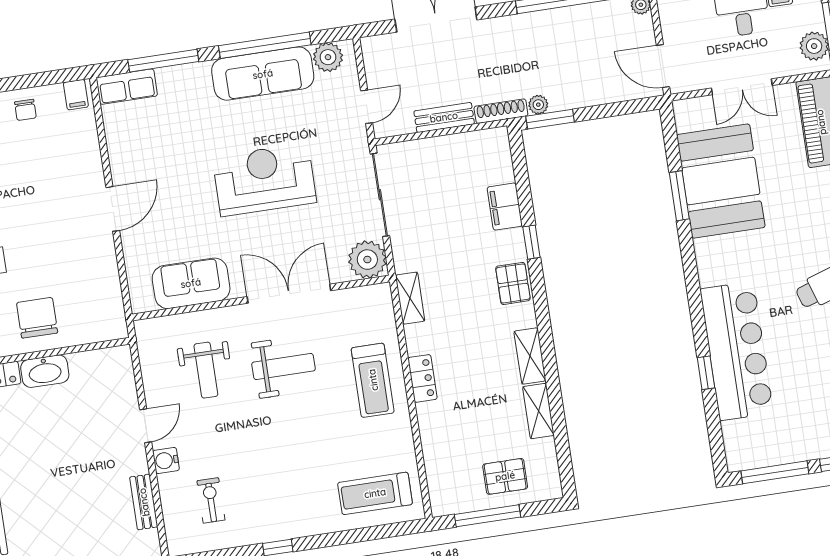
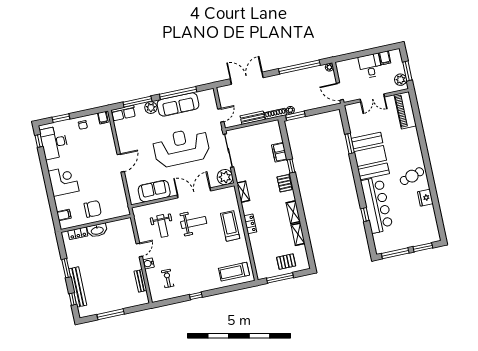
plant: (328, 57) -> (151, 108), moved
reception desk: (264, 180) -> (181, 147), width x1.36, depth x1.30
booth: (721, 181) -> (370, 156), moved
chair: (37, 318) -> (93, 209), turned 90
treadmill: (373, 380) -> (230, 226), turned 180

